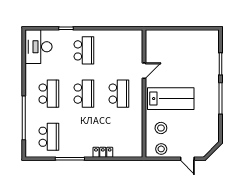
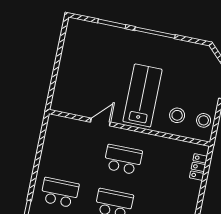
door: (144, 71) -> (100, 122), hinge flipped
locker: (103, 152) -> (198, 167), moved

